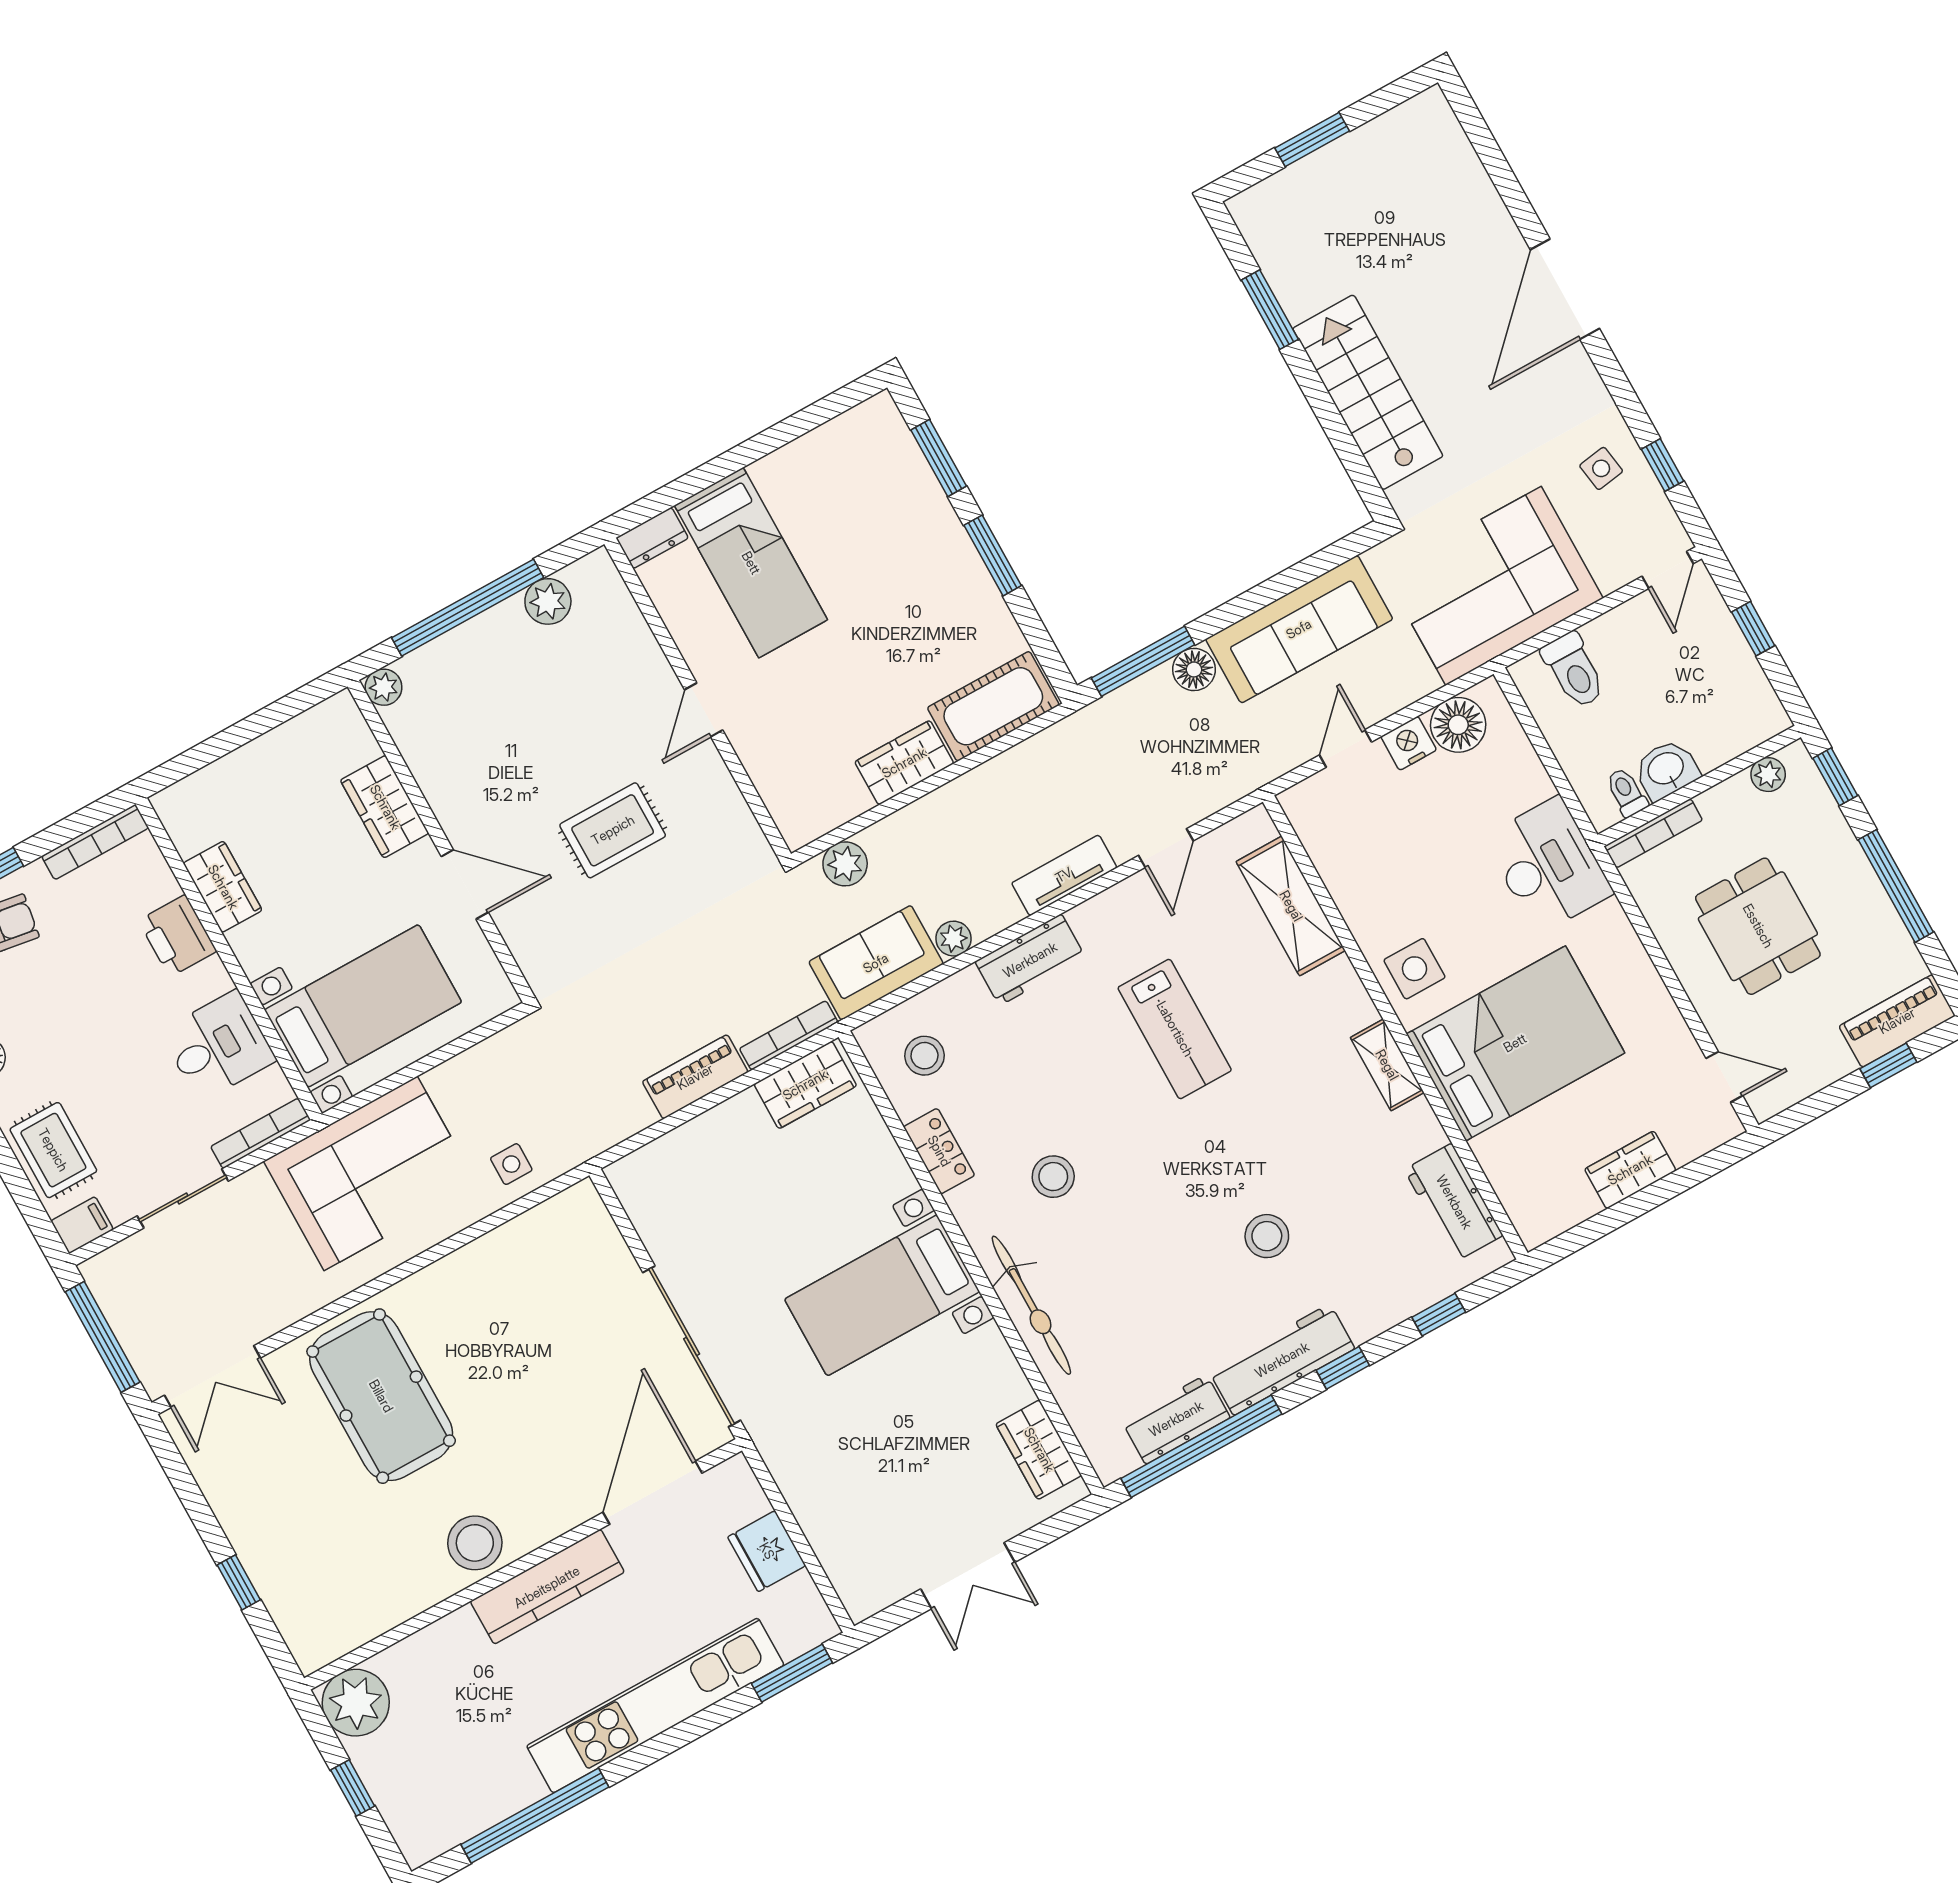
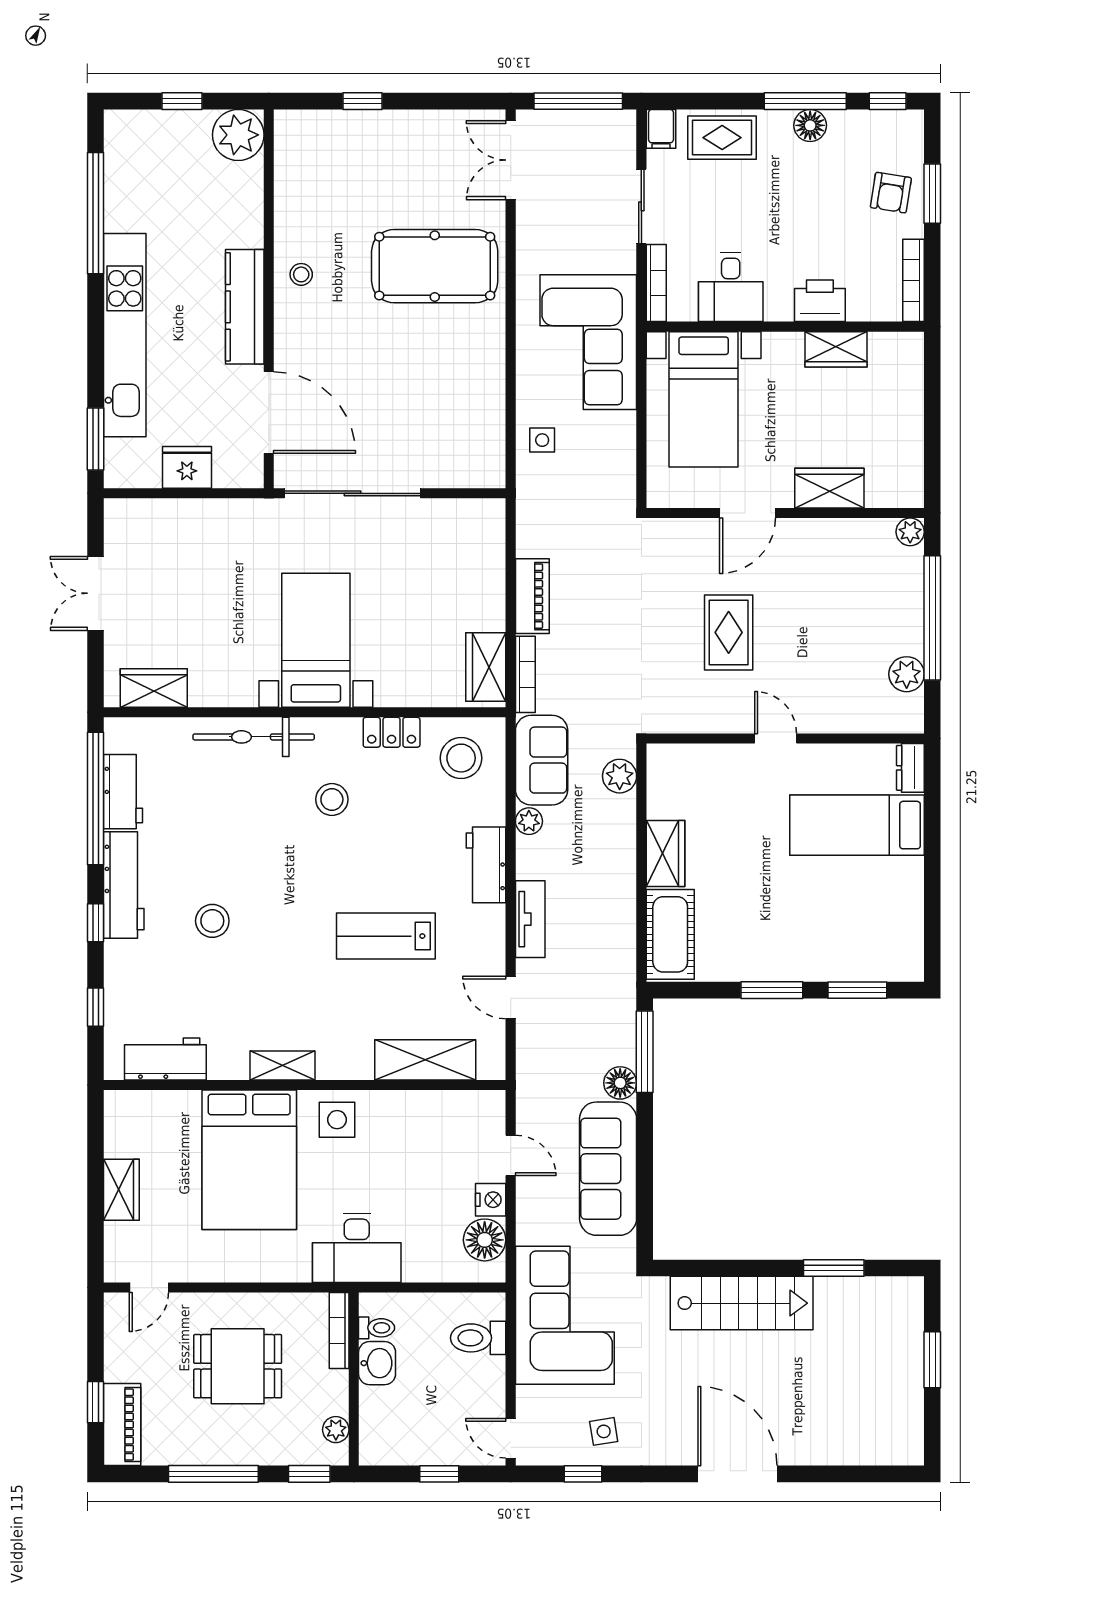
stool: (924, 1056) -> (461, 758), width x1.38, depth x1.38
stool: (475, 1543) -> (301, 274), width x0.53, depth x0.53

